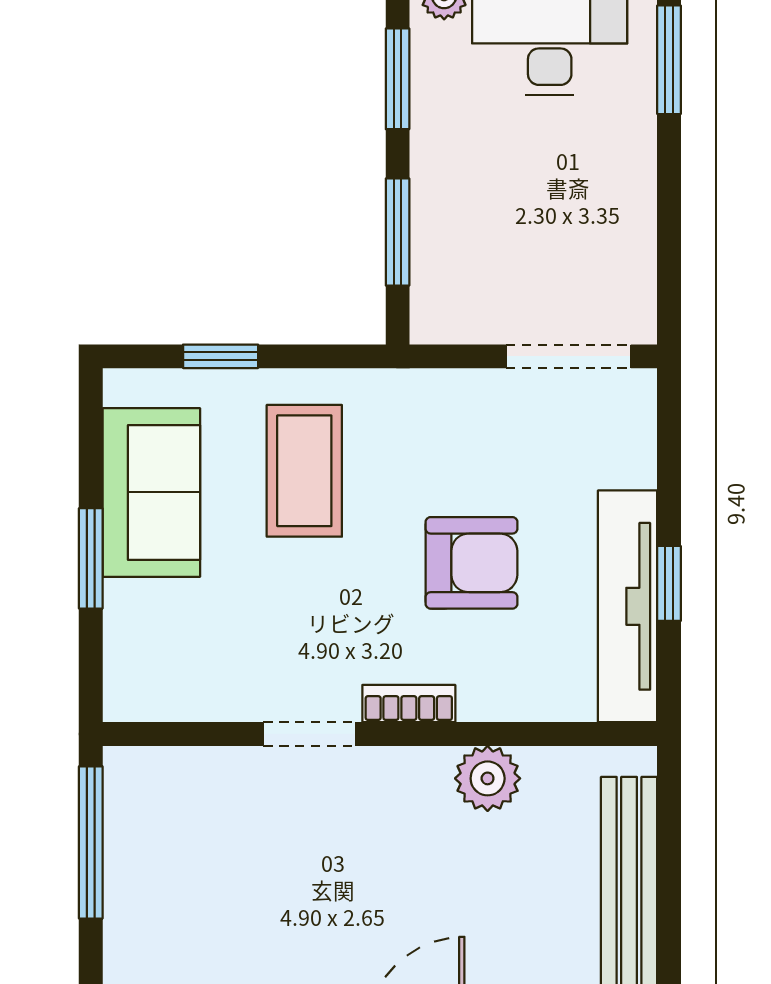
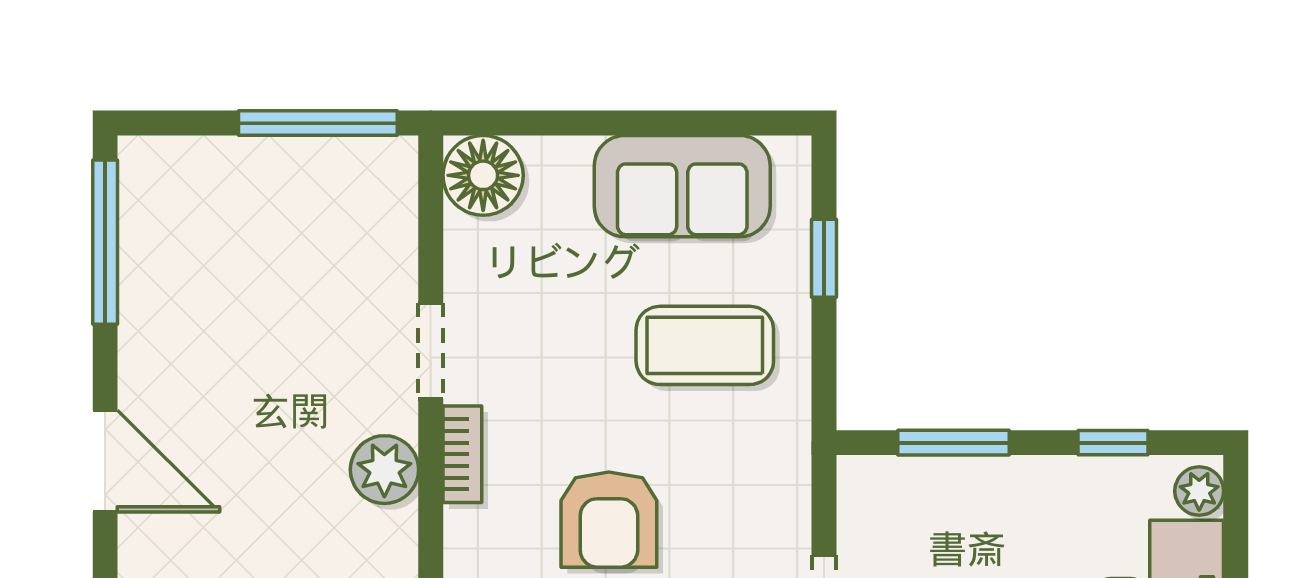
window: (398, 79) -> (1113, 443), width x0.67
window: (91, 558) -> (614, 123), removed
floor lamp: (141, 684) -> (483, 175), added
plant: (488, 778) -> (384, 470), moved

